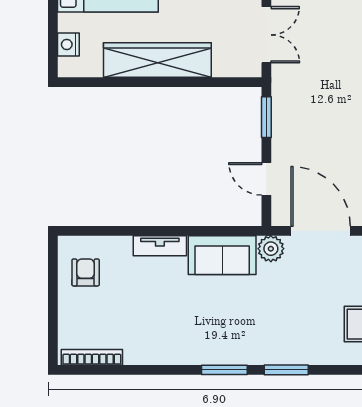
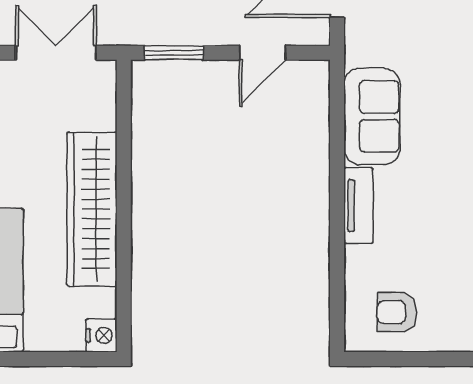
nightstand: (68, 44) -> (101, 335), moved, turned -90
plant: (271, 249) -> (363, 46), removed

